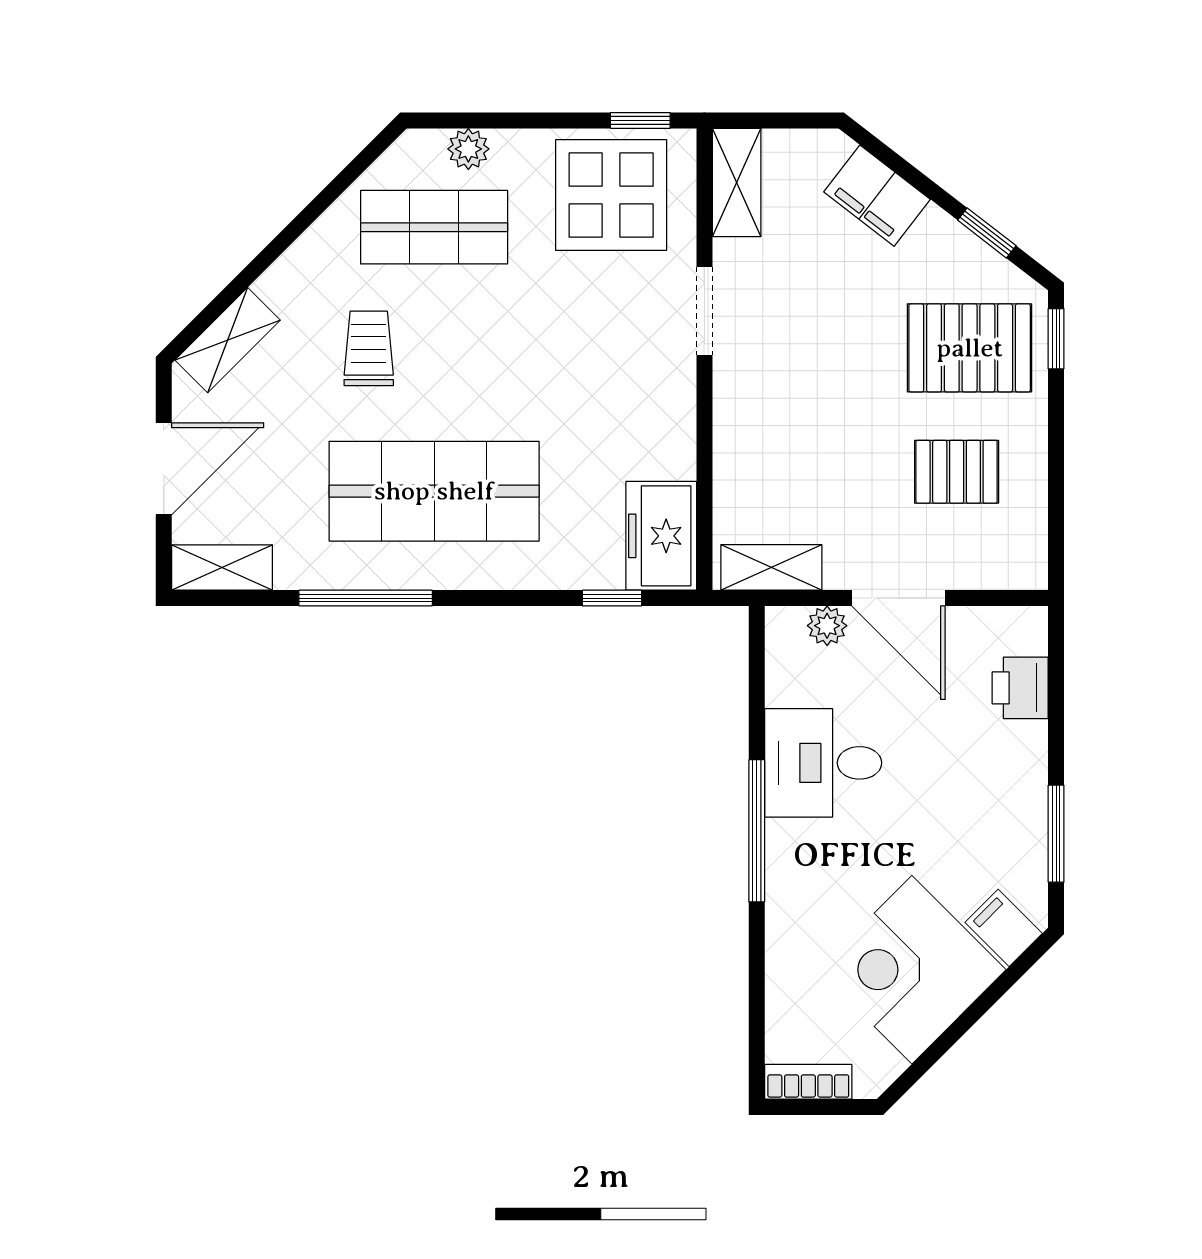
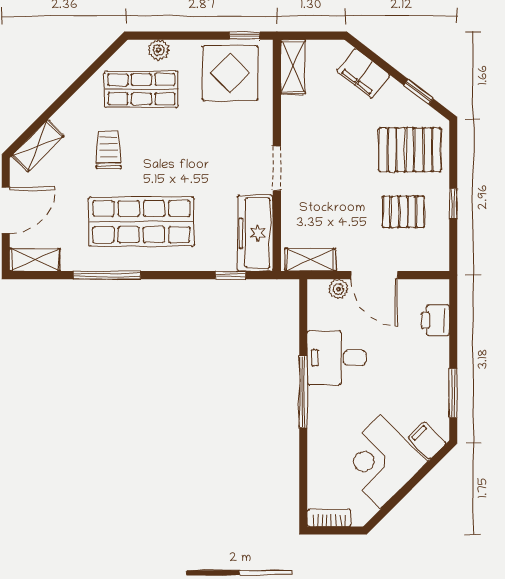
doorway: (704, 311) -> (277, 168), moved
window: (1056, 339) -> (453, 204), moved
freezer: (661, 536) -> (255, 233), width x1.40

